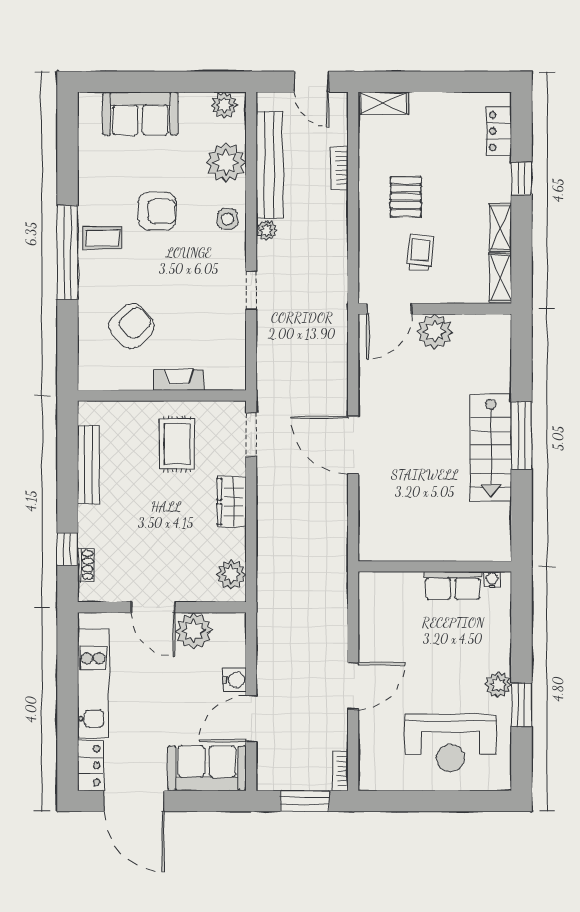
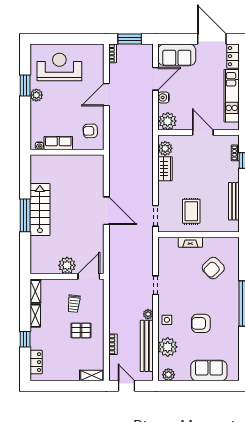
pallet: (406, 197) -> (81, 330), turned 90
coffee table: (102, 238) -> (227, 311), removed
wardrobe: (231, 502) -> (165, 169), moved
armchair: (386, 611) -> (90, 131), added
plant: (194, 631) -> (168, 121), moved

